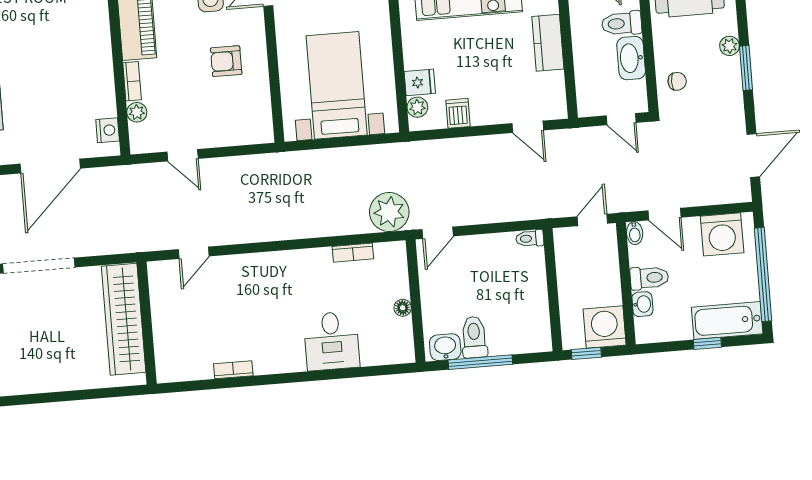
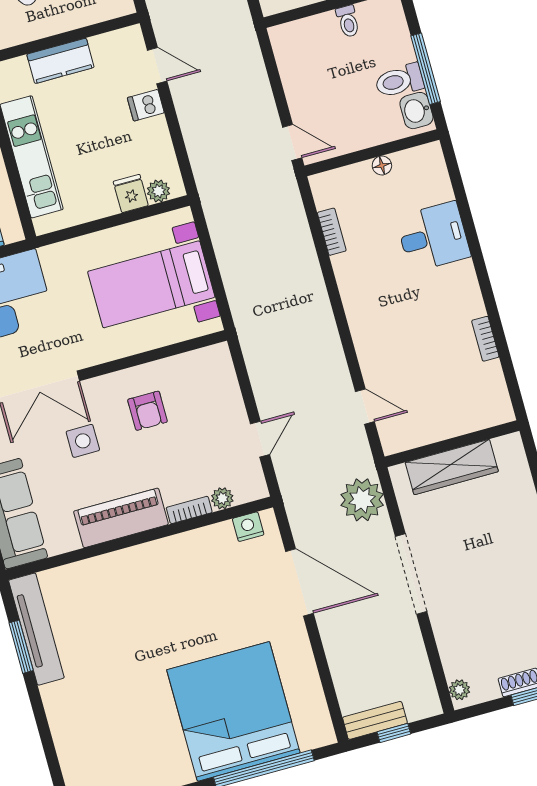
dishwasher: (458, 113) -> (146, 105), moved
door: (528, 127) -> (157, 66), hinge flipped
plant: (389, 212) -> (362, 500), moved
toilet: (530, 238) -> (348, 21), moved
wardrobe: (124, 319) -> (452, 467), width x0.71, depth x0.85

